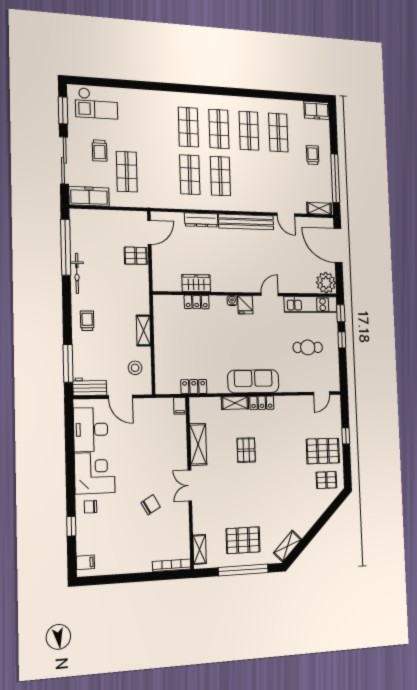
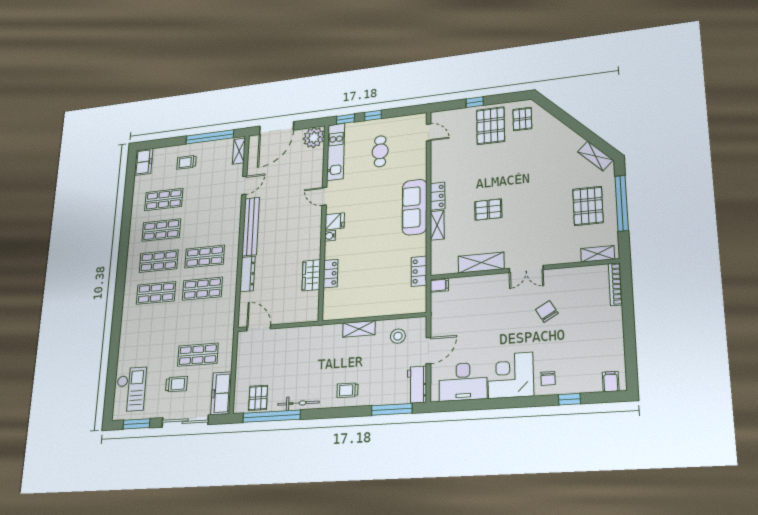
pallet: (136, 256) -> (258, 398), moved

